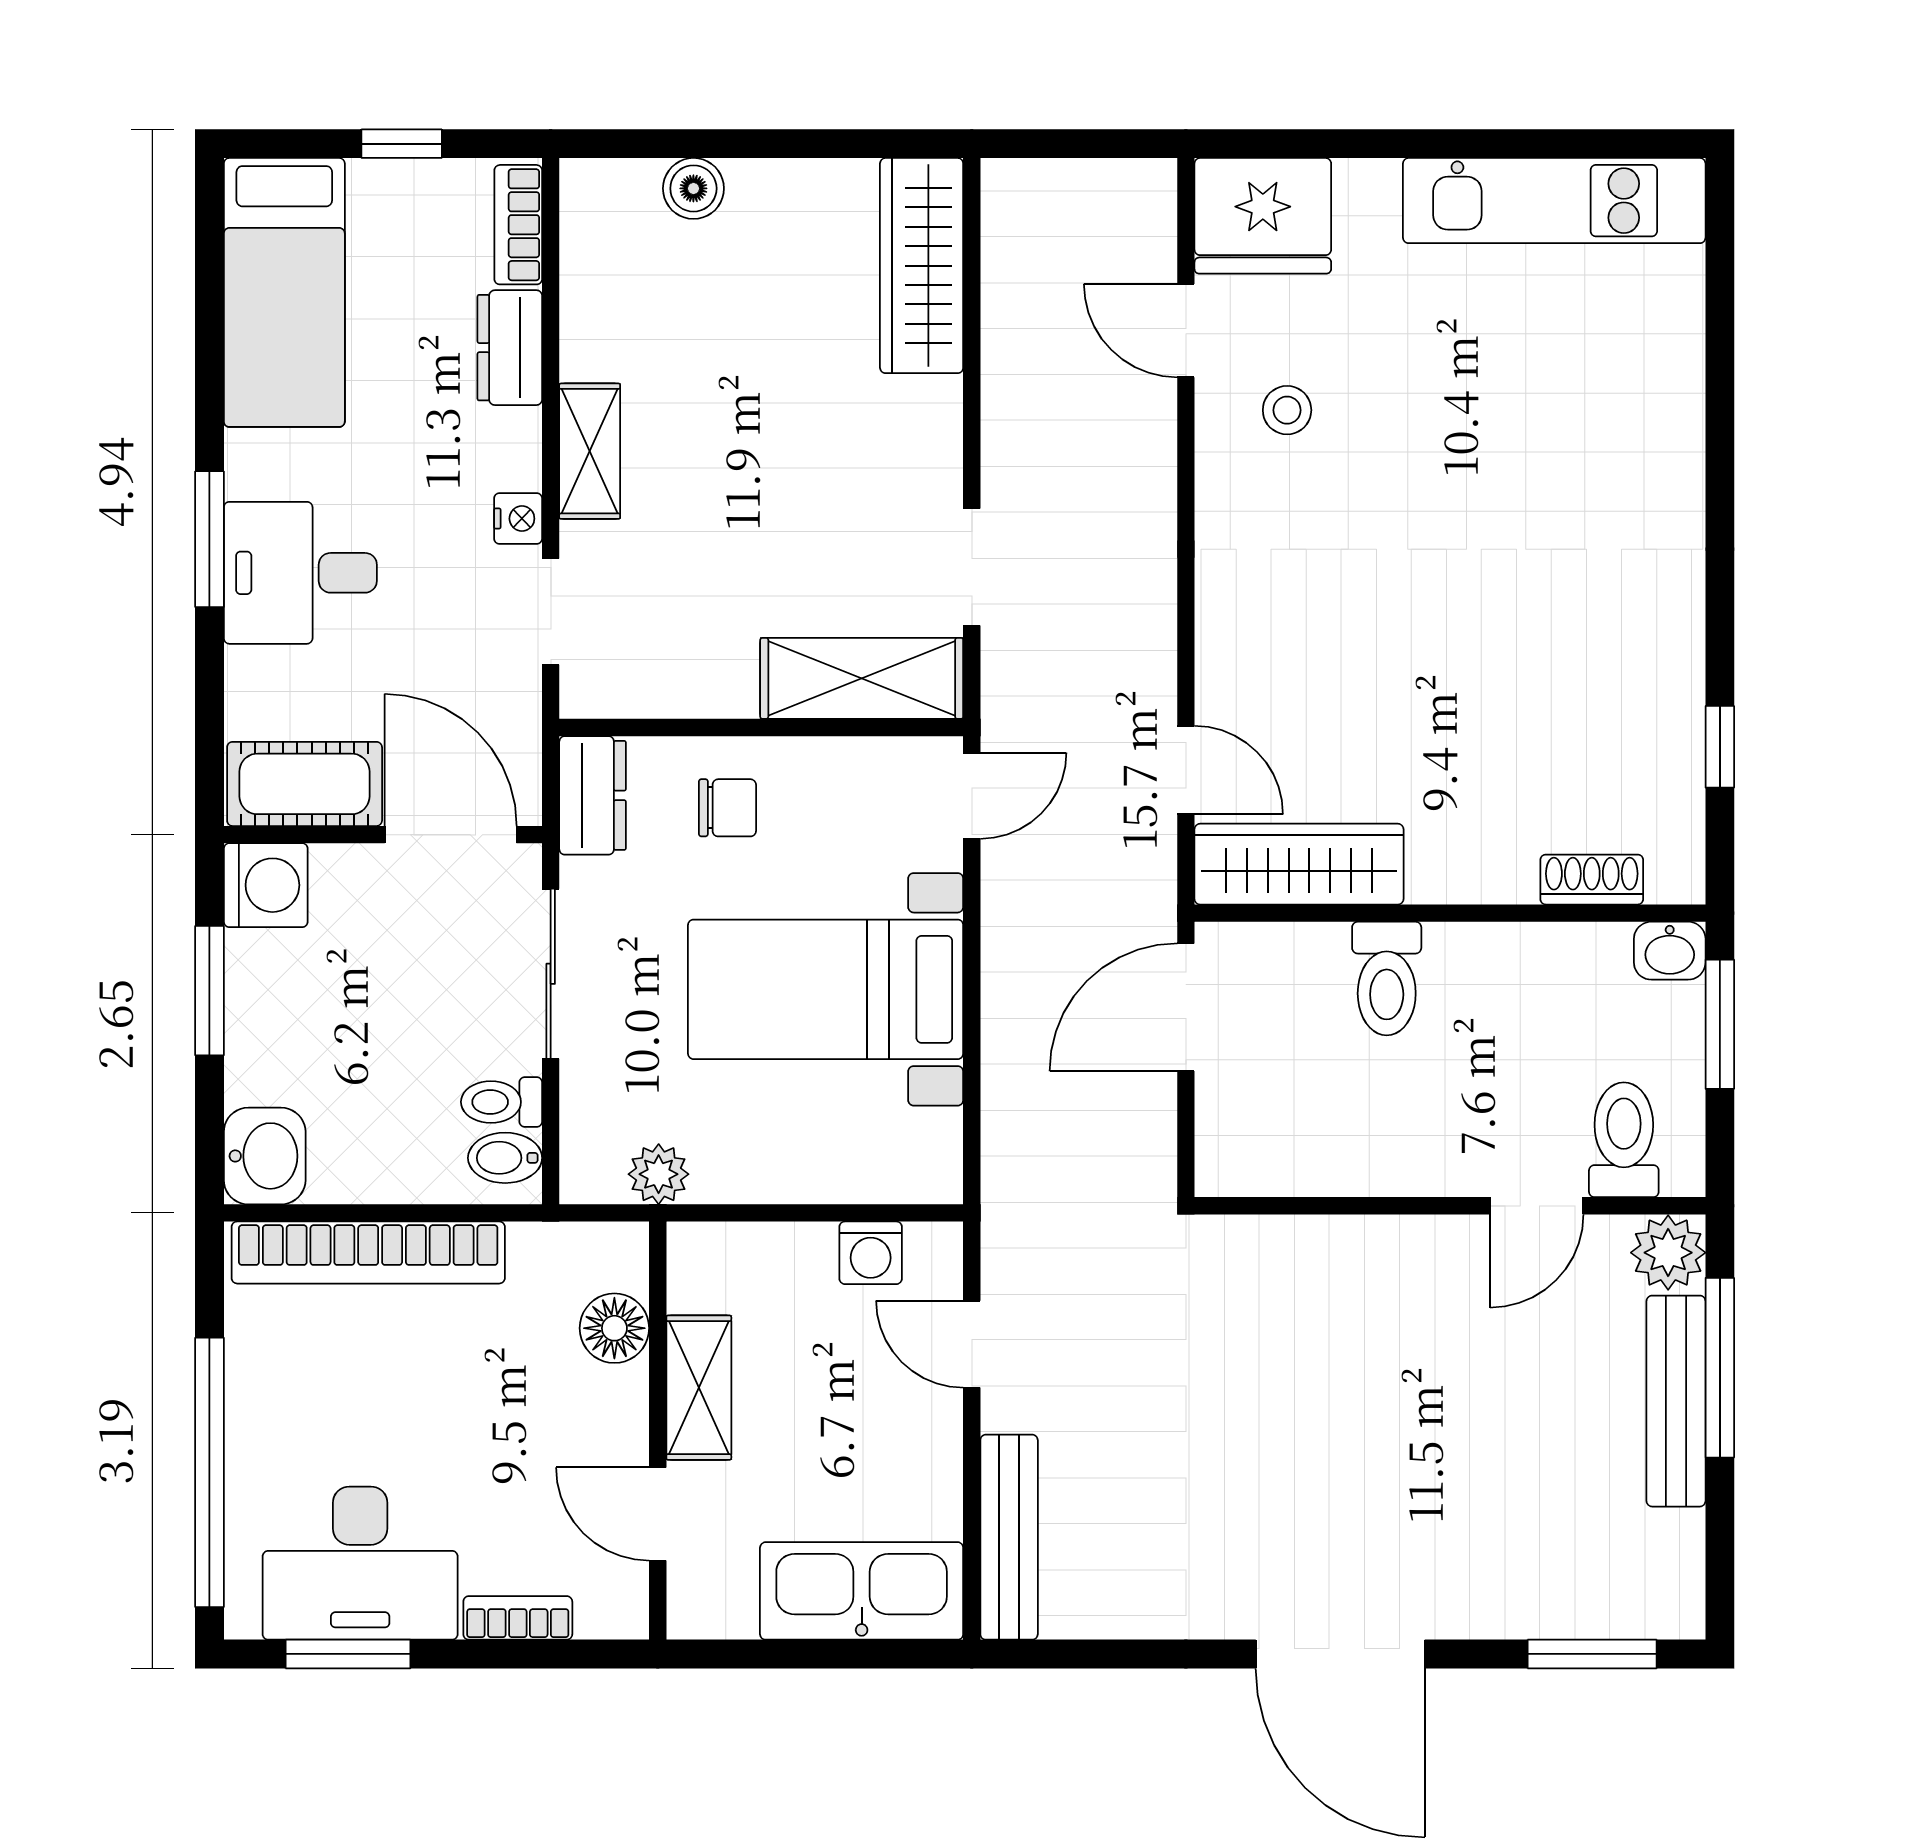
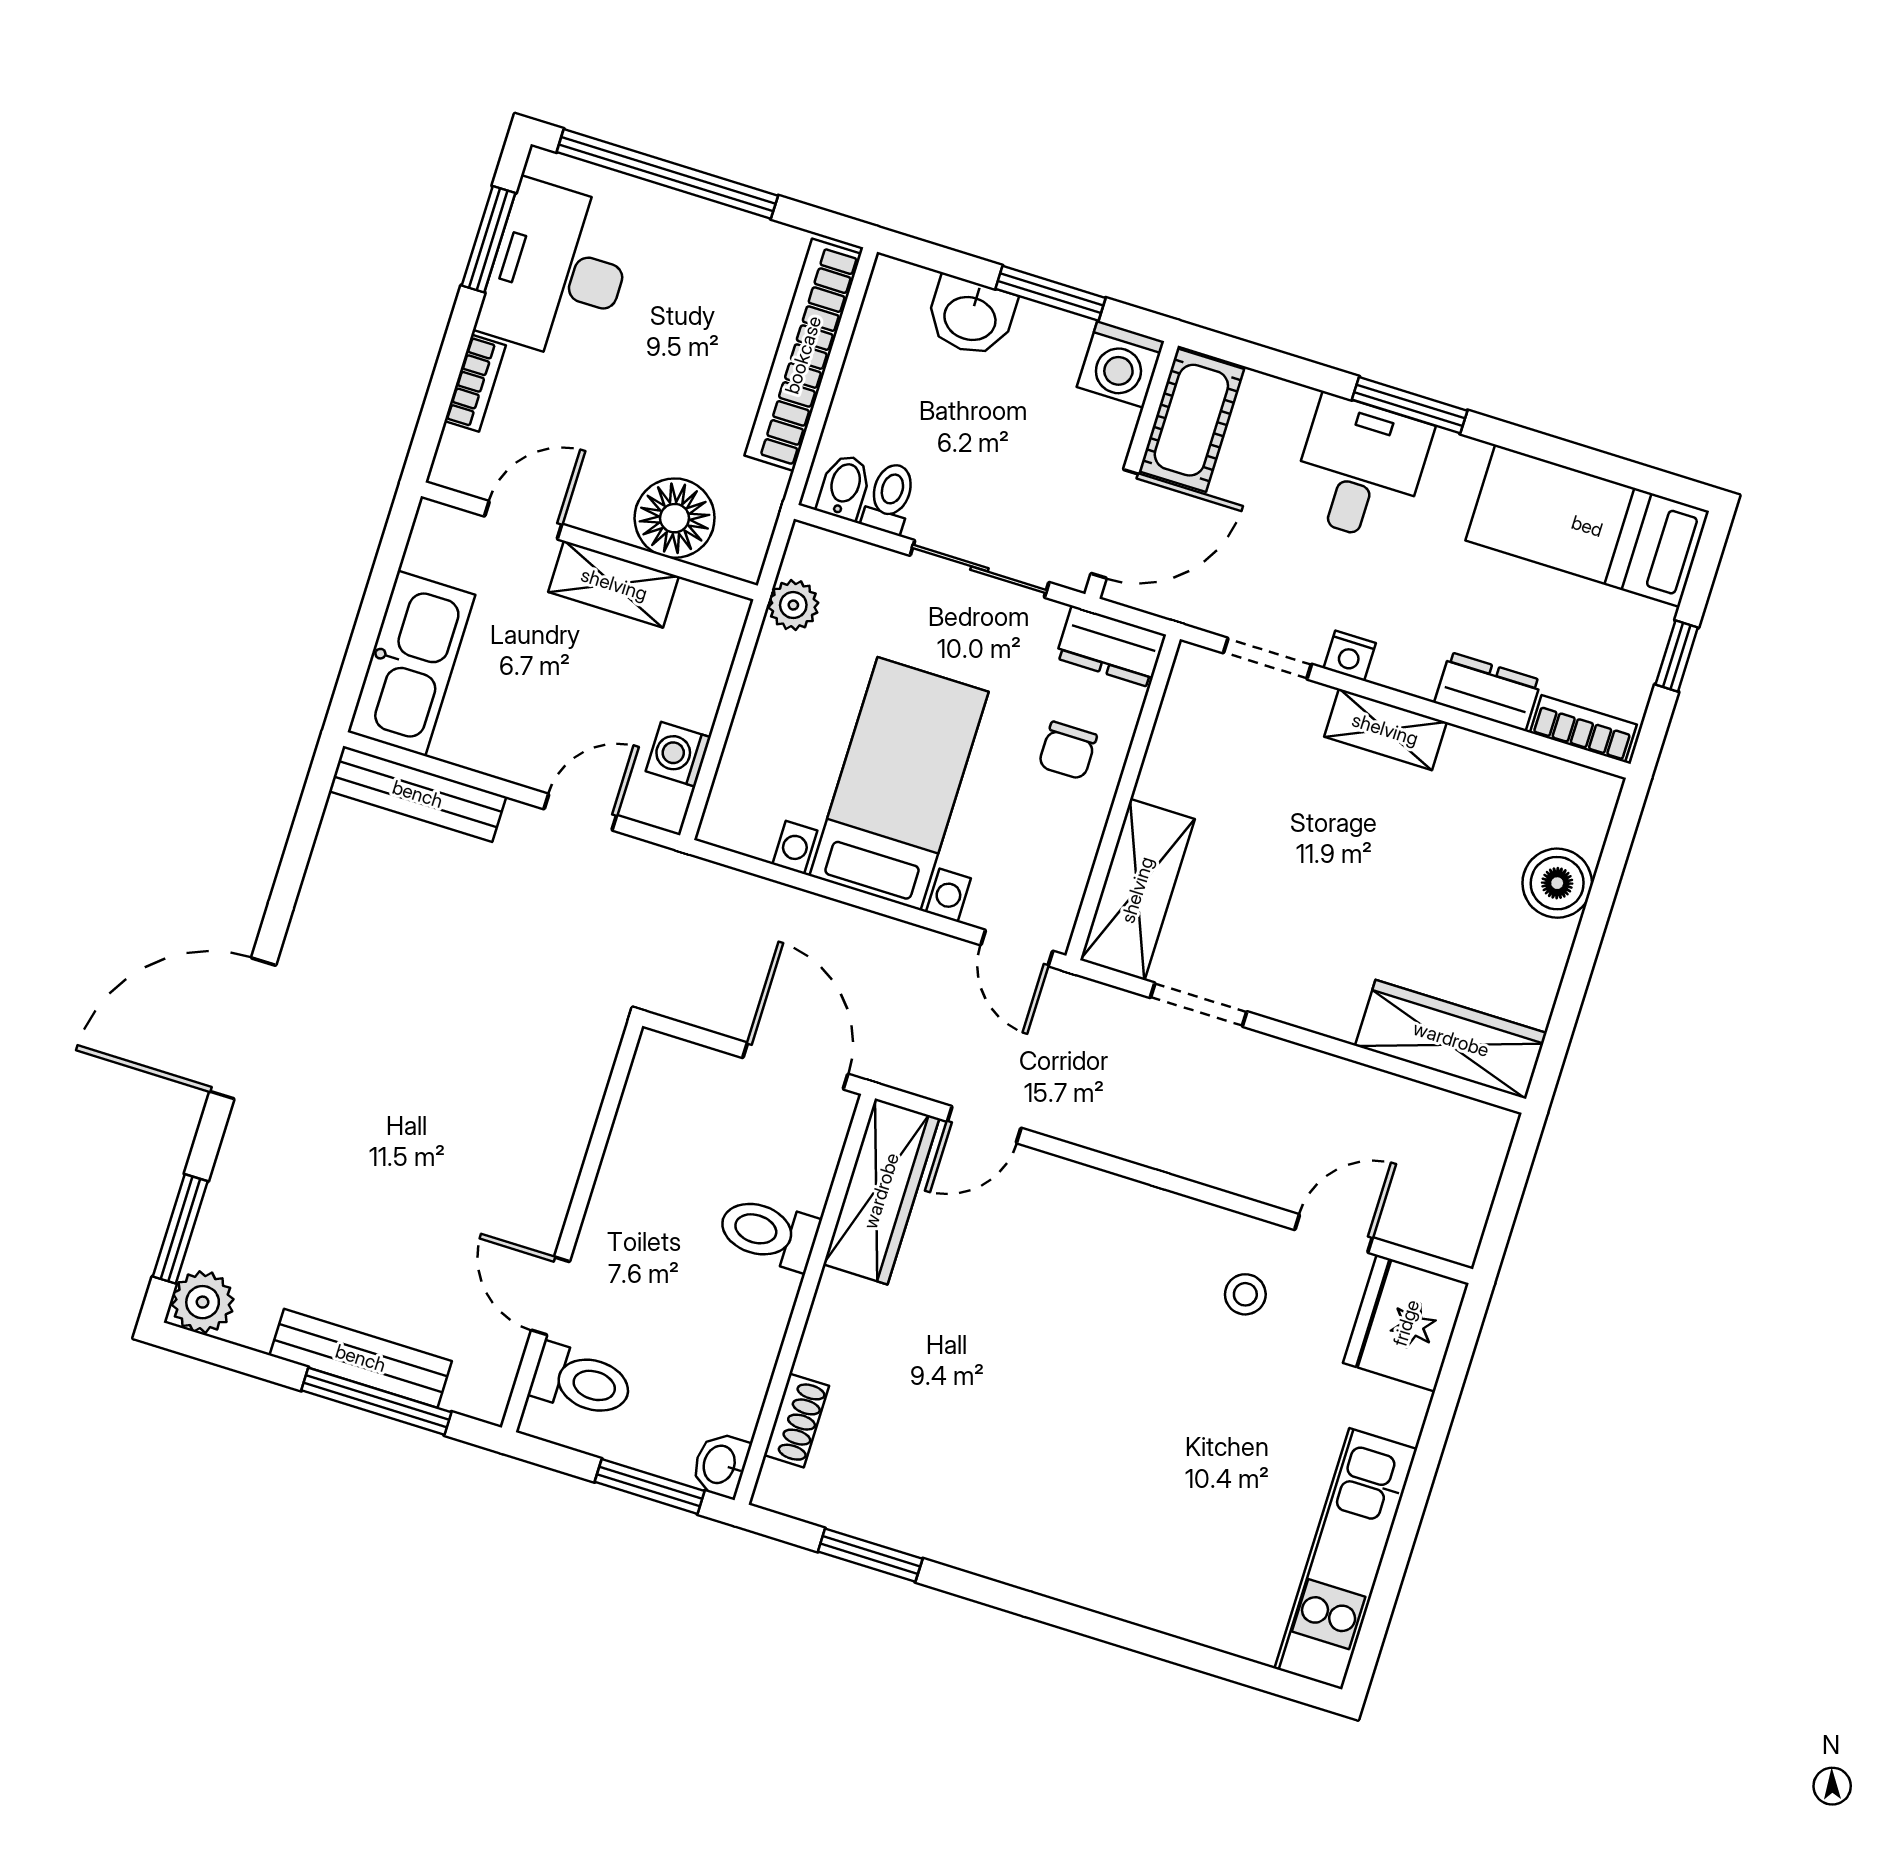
boiler: (693, 188) -> (1557, 883), width x1.36, depth x1.36
window: (1720, 747) -> (870, 1555), width x1.50
washbasin: (265, 1156) -> (971, 317), moved
plant: (1668, 1253) -> (203, 1302), moved
floor lamp: (614, 1328) -> (675, 518), width x1.38, depth x1.38

